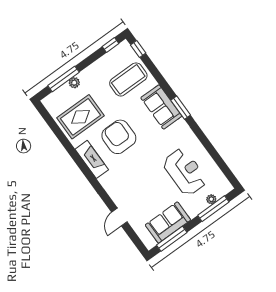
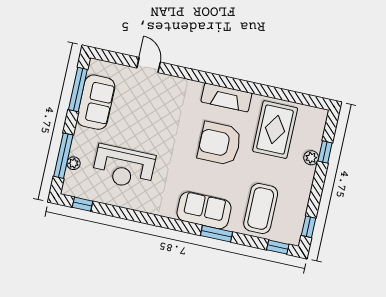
window: (64, 79) -> (325, 152), width x0.46
window: (181, 108) -> (217, 234), moved
armchair: (119, 137) -> (220, 144), turned 180
window: (227, 172) -> (83, 204), added

